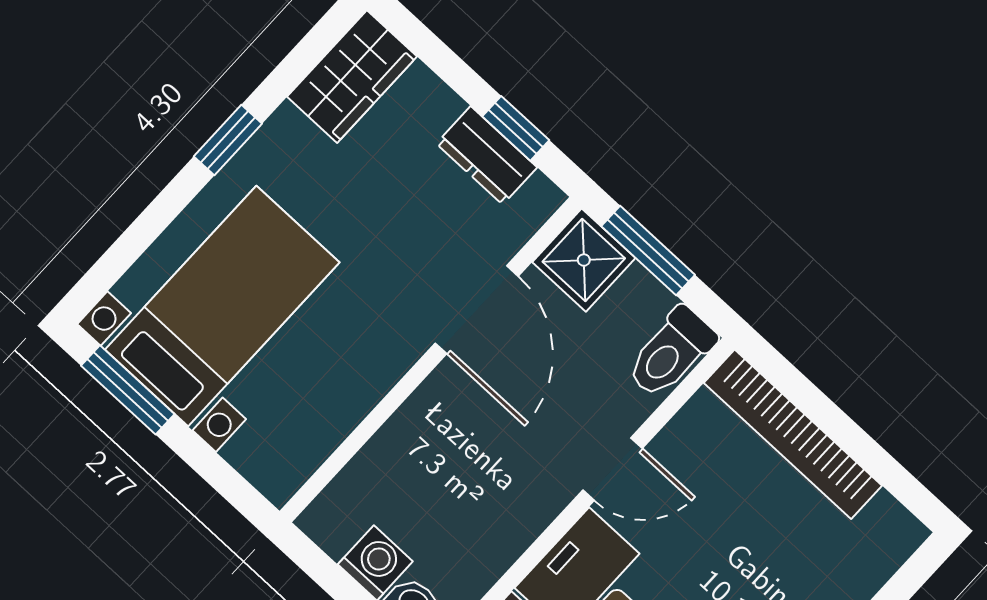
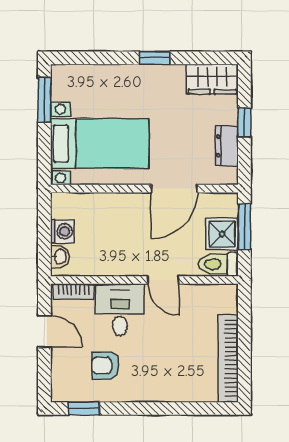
window: (516, 128) -> (244, 122), moved
shower: (584, 260) -> (222, 234), moved
bed with nightstands: (222, 306) -> (100, 144), moved
bookcase: (793, 434) -> (228, 358), moved

